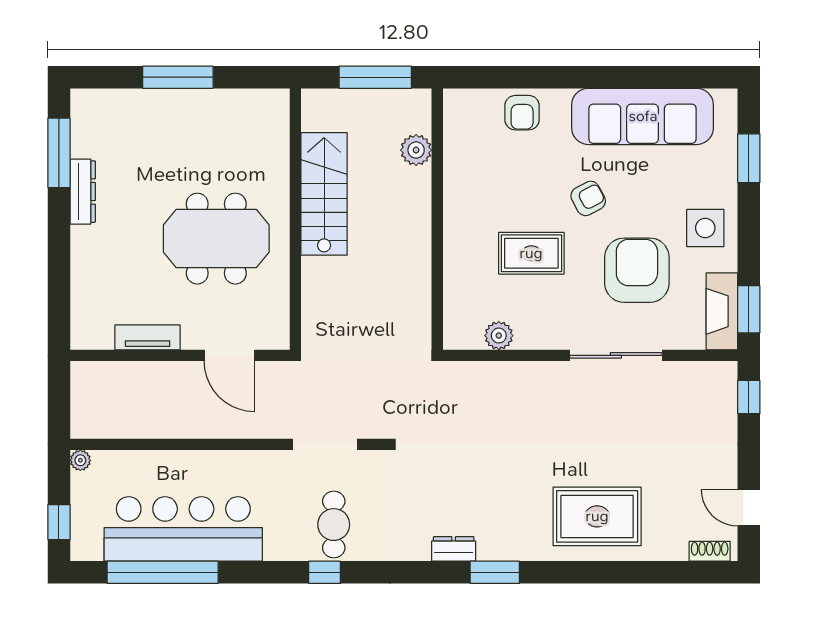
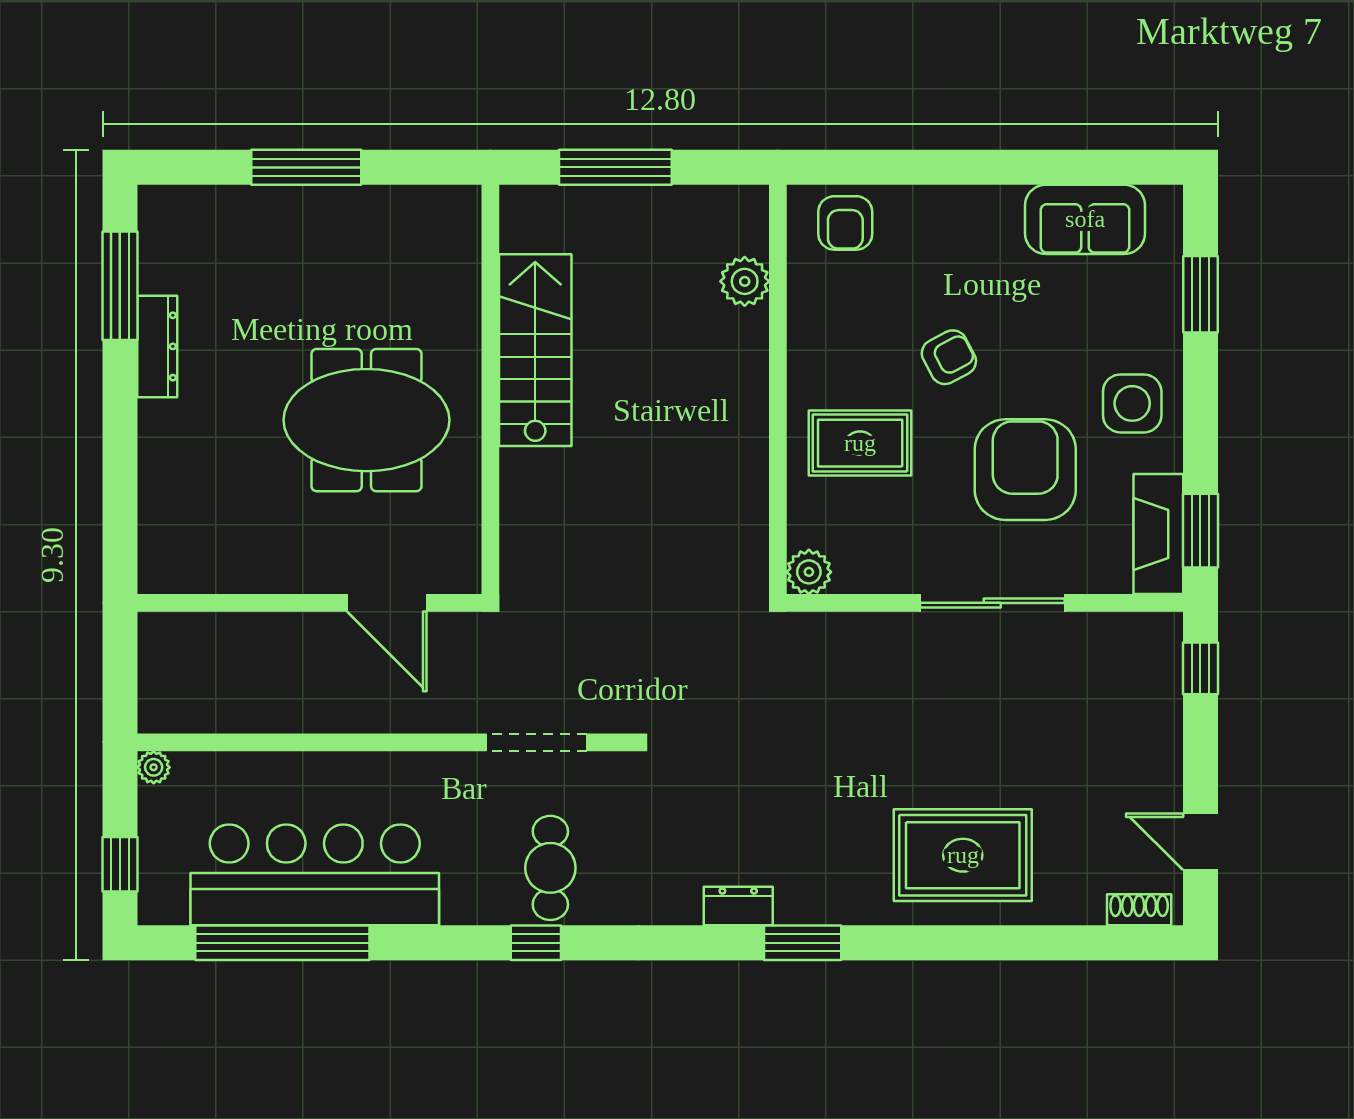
sofa: (643, 116) -> (1085, 219), width x0.54, depth x0.79
plant: (416, 150) -> (745, 281), moved
wall: (437, 219) -> (778, 389), moved
tv unit: (148, 337) -> (259, 575), removed

